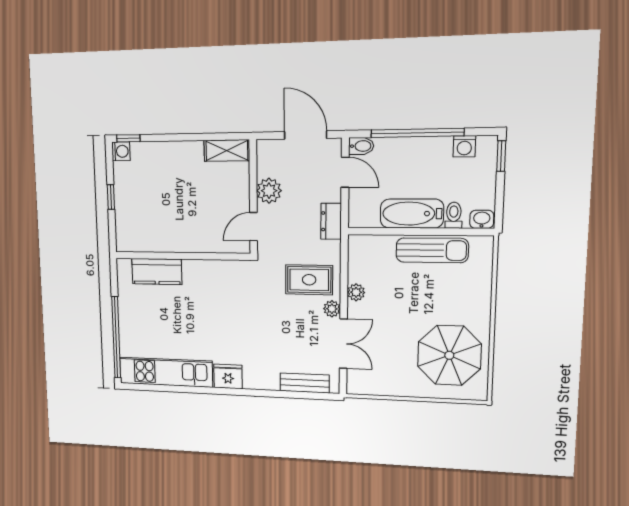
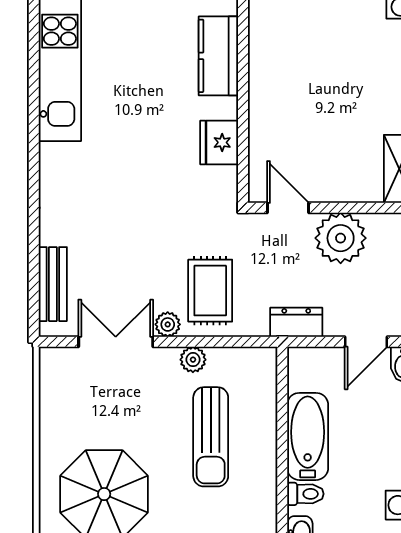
plant: (269, 191) -> (341, 238), width x1.36, depth x1.36
sun lounger: (432, 250) -> (211, 437), moved
double door: (343, 344) -> (116, 342), swing flipped
fridge: (228, 376) -> (219, 142), moved, turned 180

